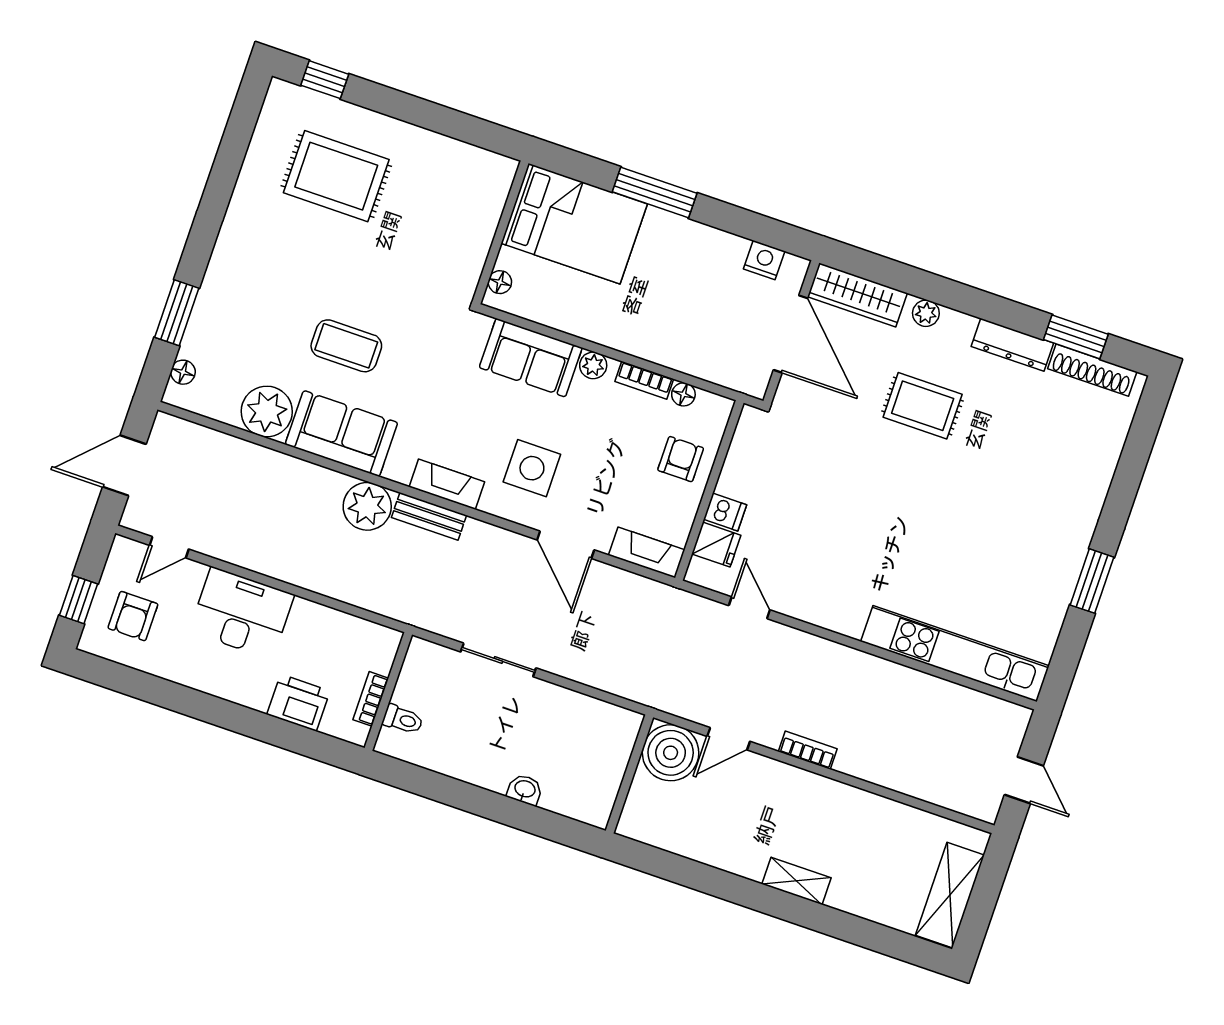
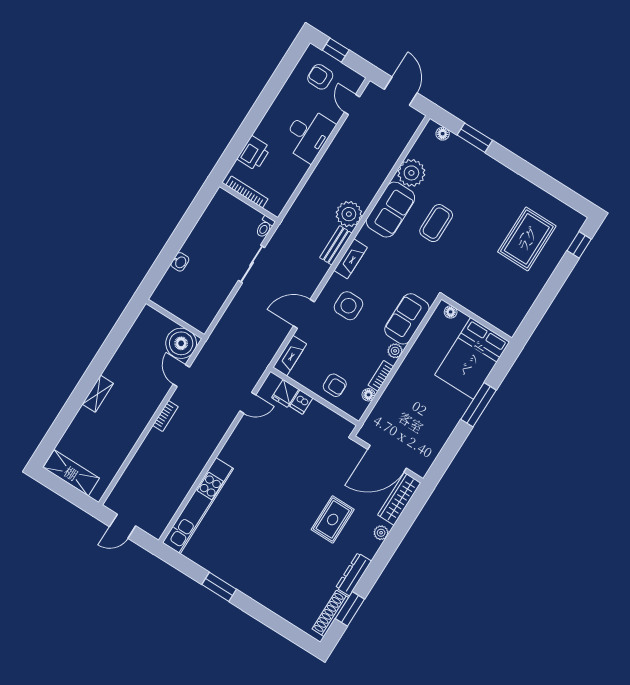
nightstand: (764, 260) -> (429, 454), removed
bookcase: (371, 699) -> (247, 192), width x1.56
toilet: (403, 719) -> (265, 227), moved

